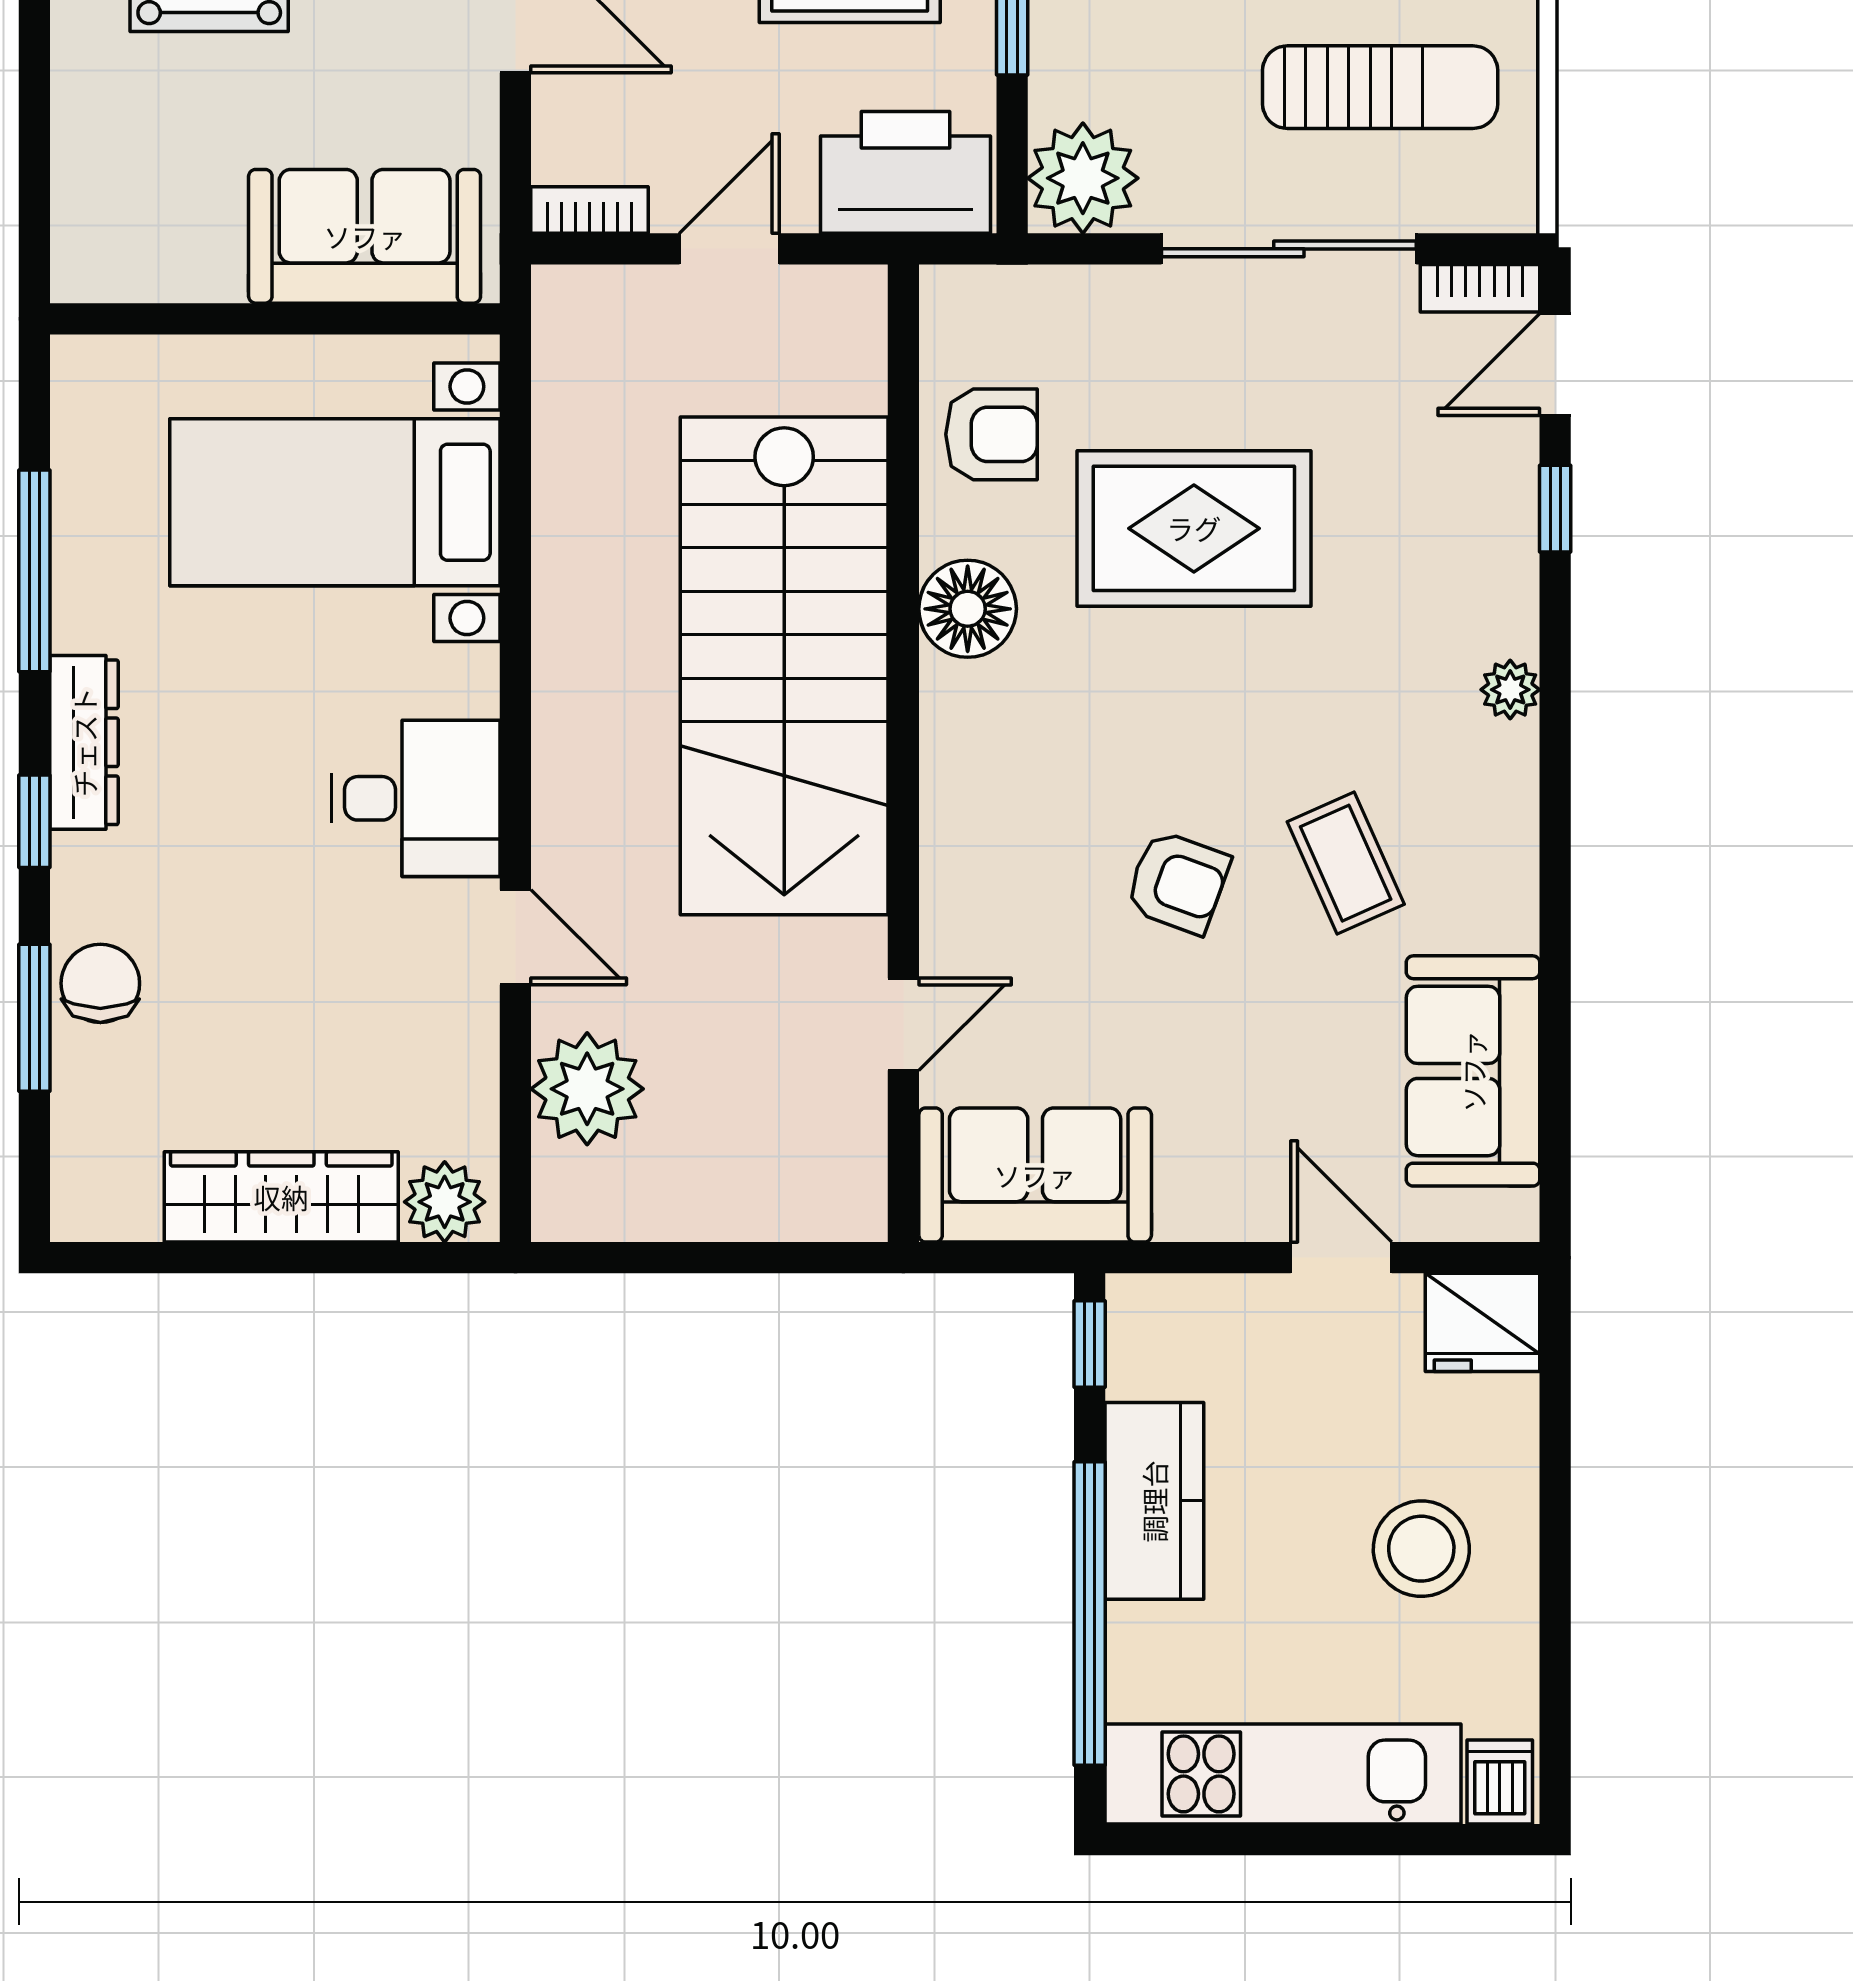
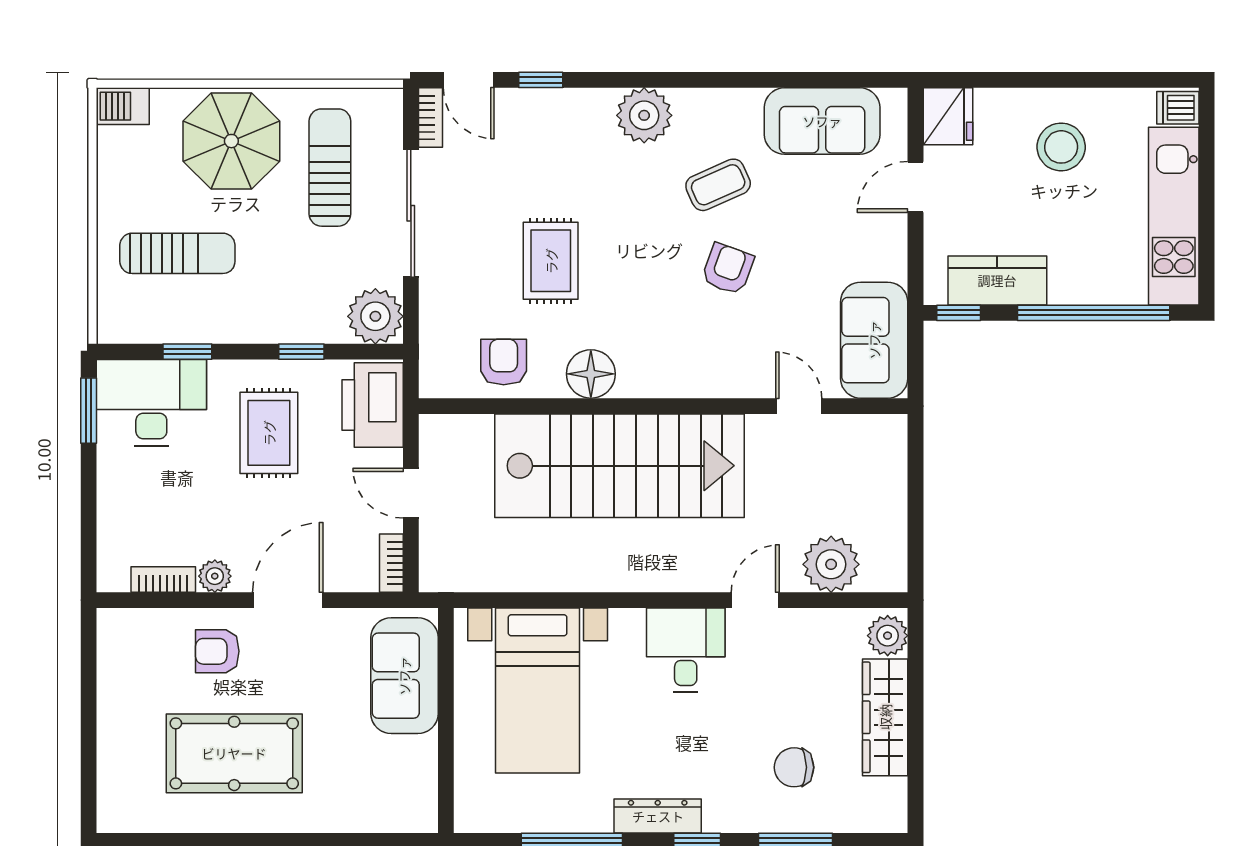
rug: (1194, 528) -> (551, 261), width x0.73, depth x0.70
plant: (1510, 690) -> (644, 115), width x1.87, depth x1.87
chair: (100, 983) -> (794, 767), moved
kitchen counter: (1154, 1501) -> (997, 280), moved

